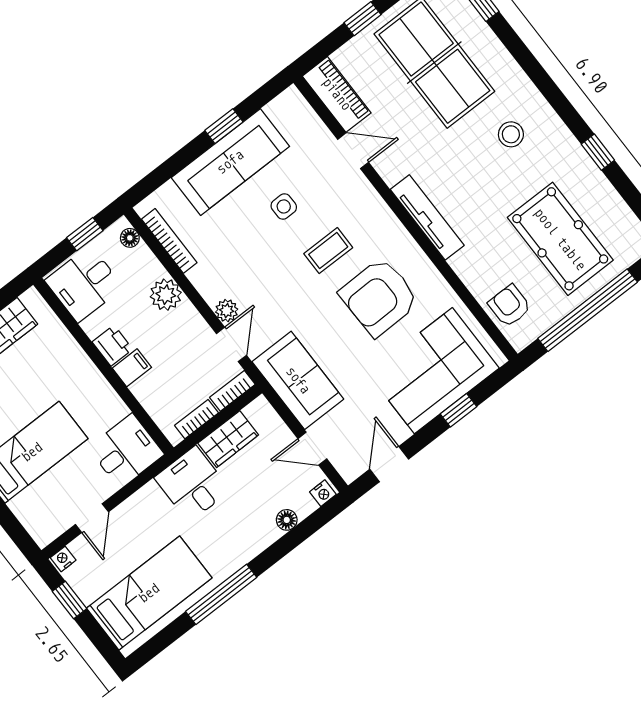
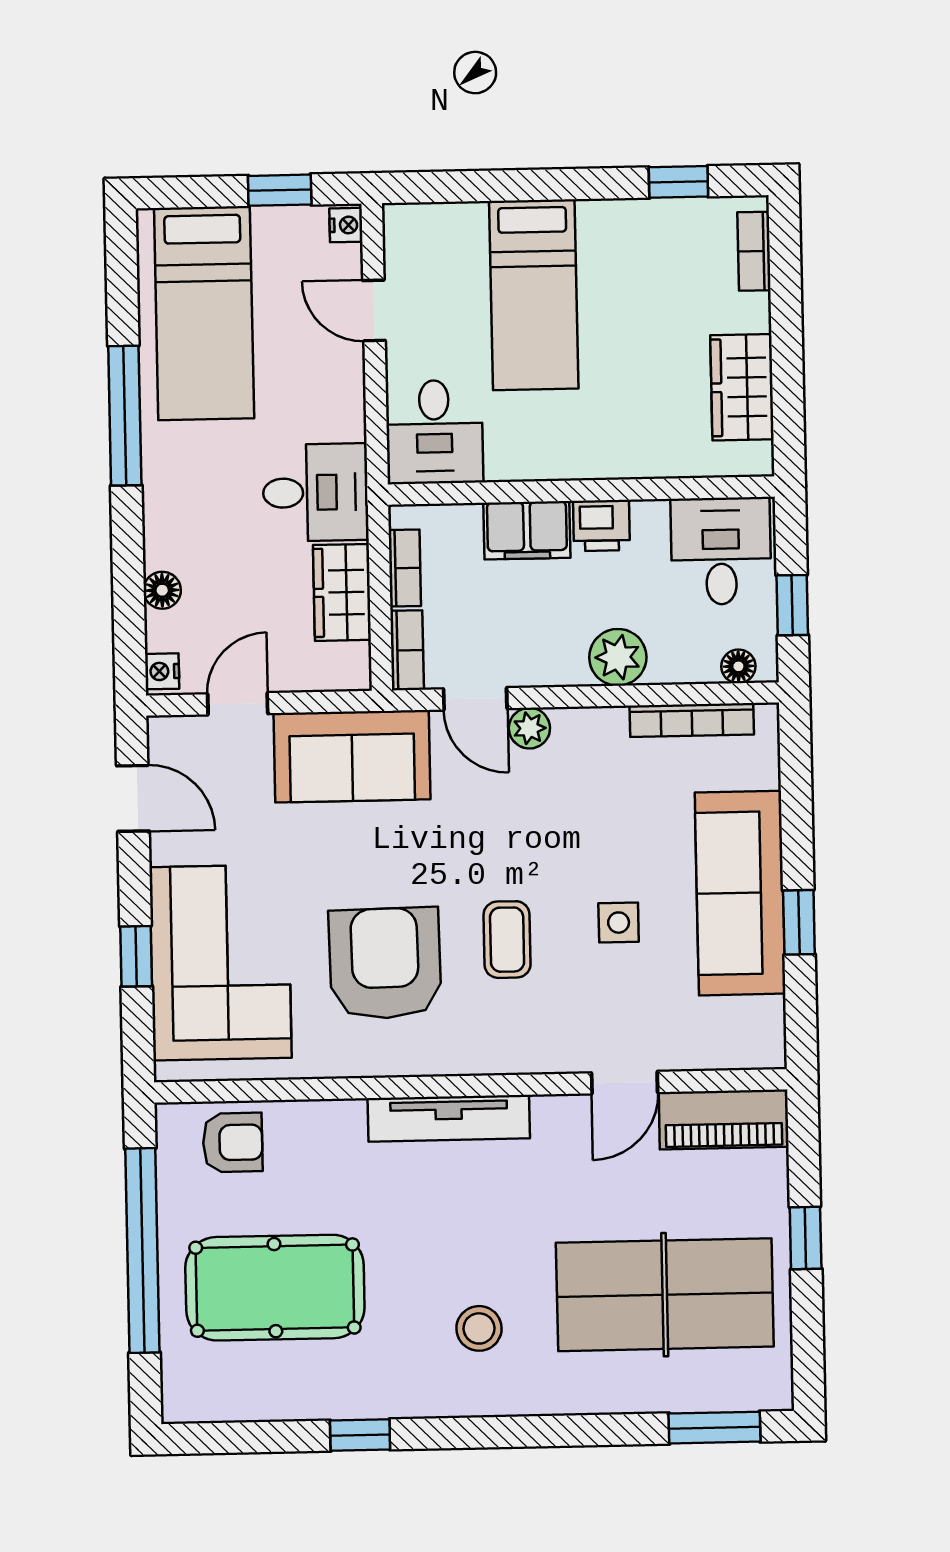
filing cabinet: (132, 368) -> (527, 530), width x2.00

